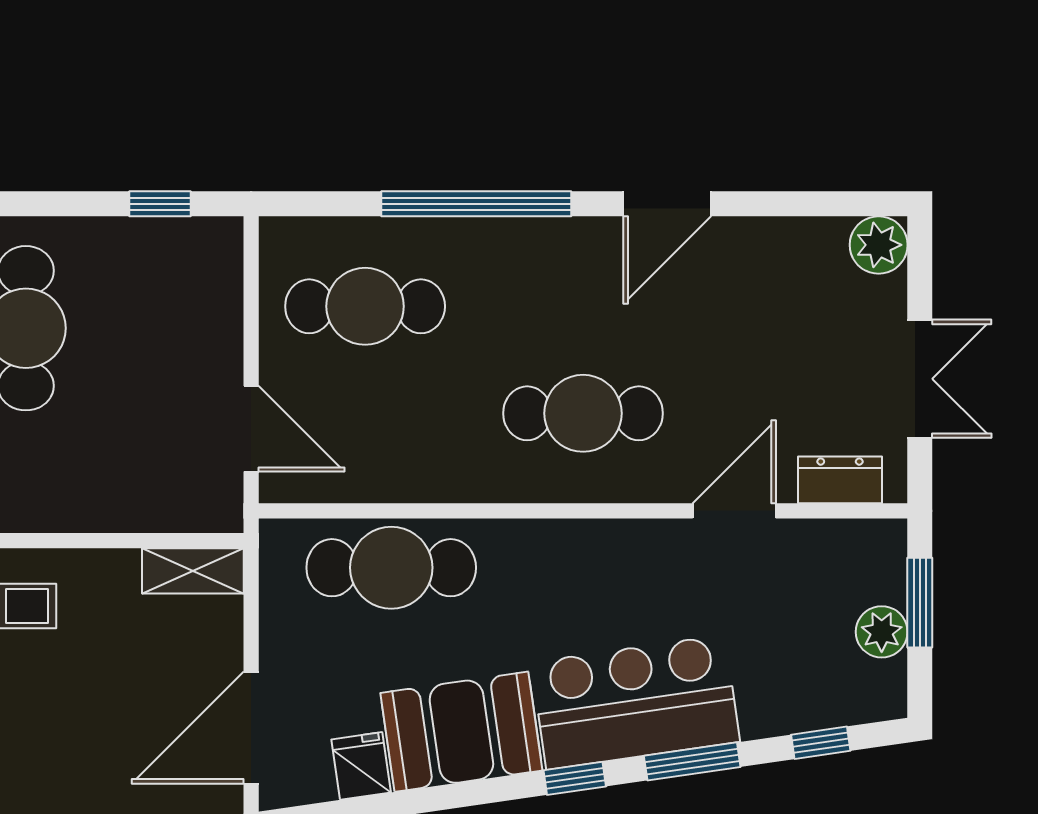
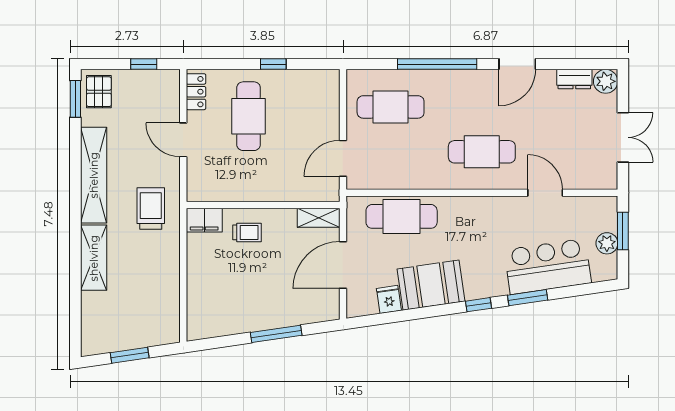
window: (160, 204) -> (273, 64), moved
door: (251, 429) -> (343, 158), swing flipped
dresser: (840, 480) -> (574, 79), moved, turned 180
door: (734, 511) -> (545, 193), hinge flipped
bar counter: (635, 702) -> (548, 266), moved
door: (251, 728) -> (343, 265), moved
window: (821, 743) -> (581, 290), removed

